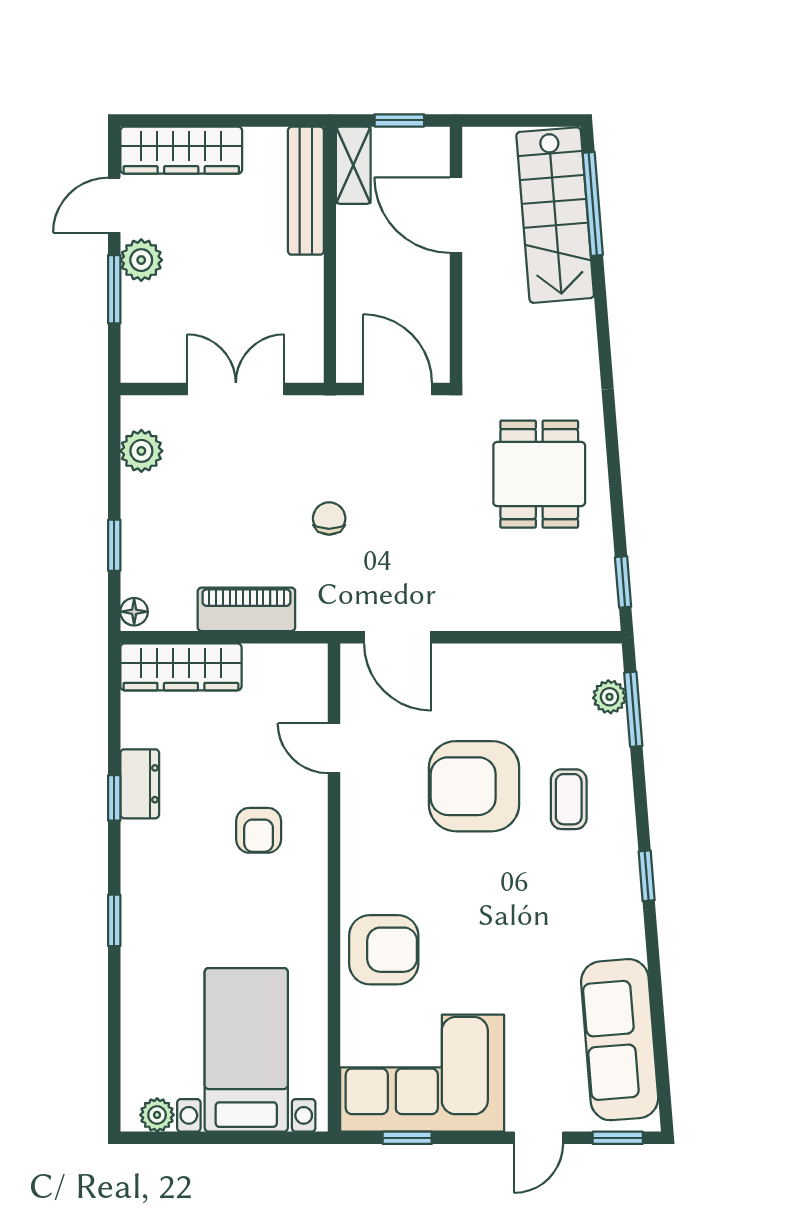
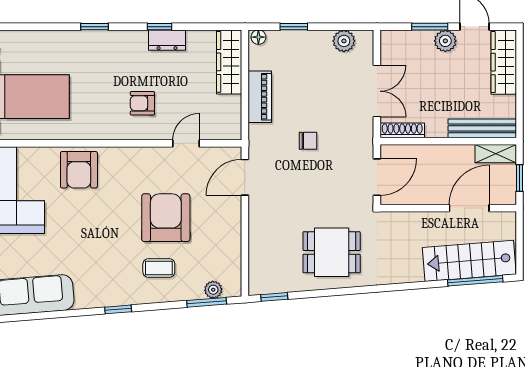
shoe rack: (310, 341) -> (402, 130), added

